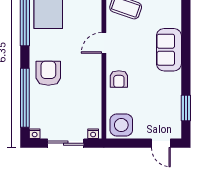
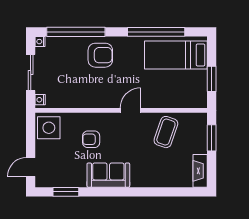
door: (104, 43) -> (130, 110), hinge flipped
sofa: (169, 50) -> (108, 175), moved
armchair: (119, 79) -> (91, 139), moved

